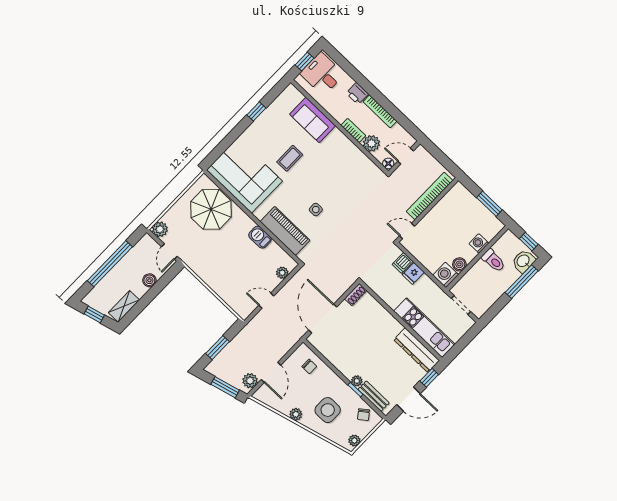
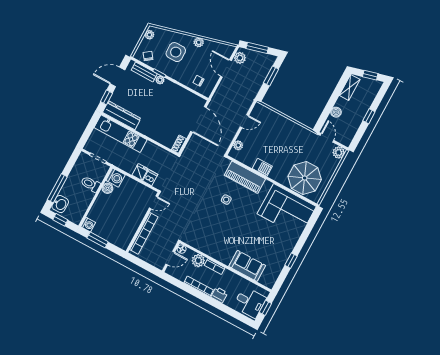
coffee table: (290, 158) -> (256, 232), removed
washing machine: (479, 243) -> (88, 225), moved
toilet: (493, 261) -> (90, 184), moved
window: (110, 264) -> (369, 116), width x0.32

